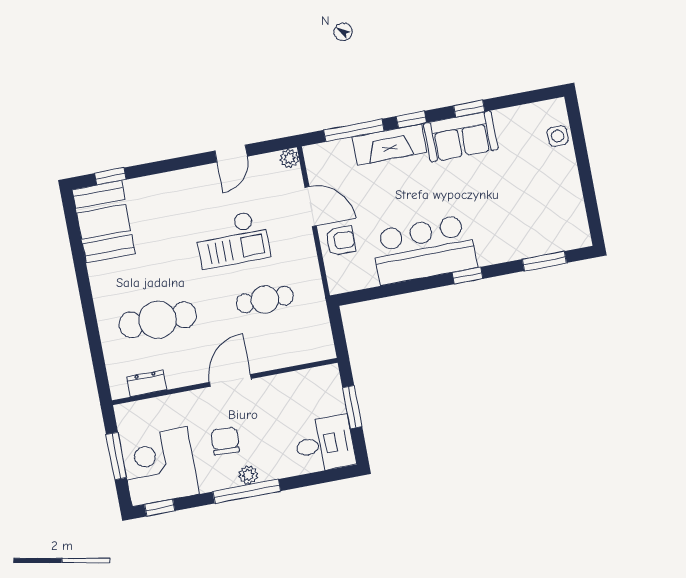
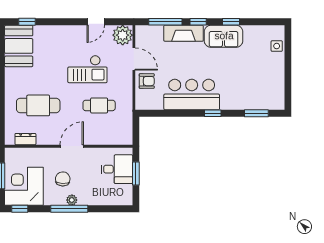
plant: (289, 158) -> (123, 35), width x1.88, depth x1.88
desk: (325, 444) -> (117, 169), moved

